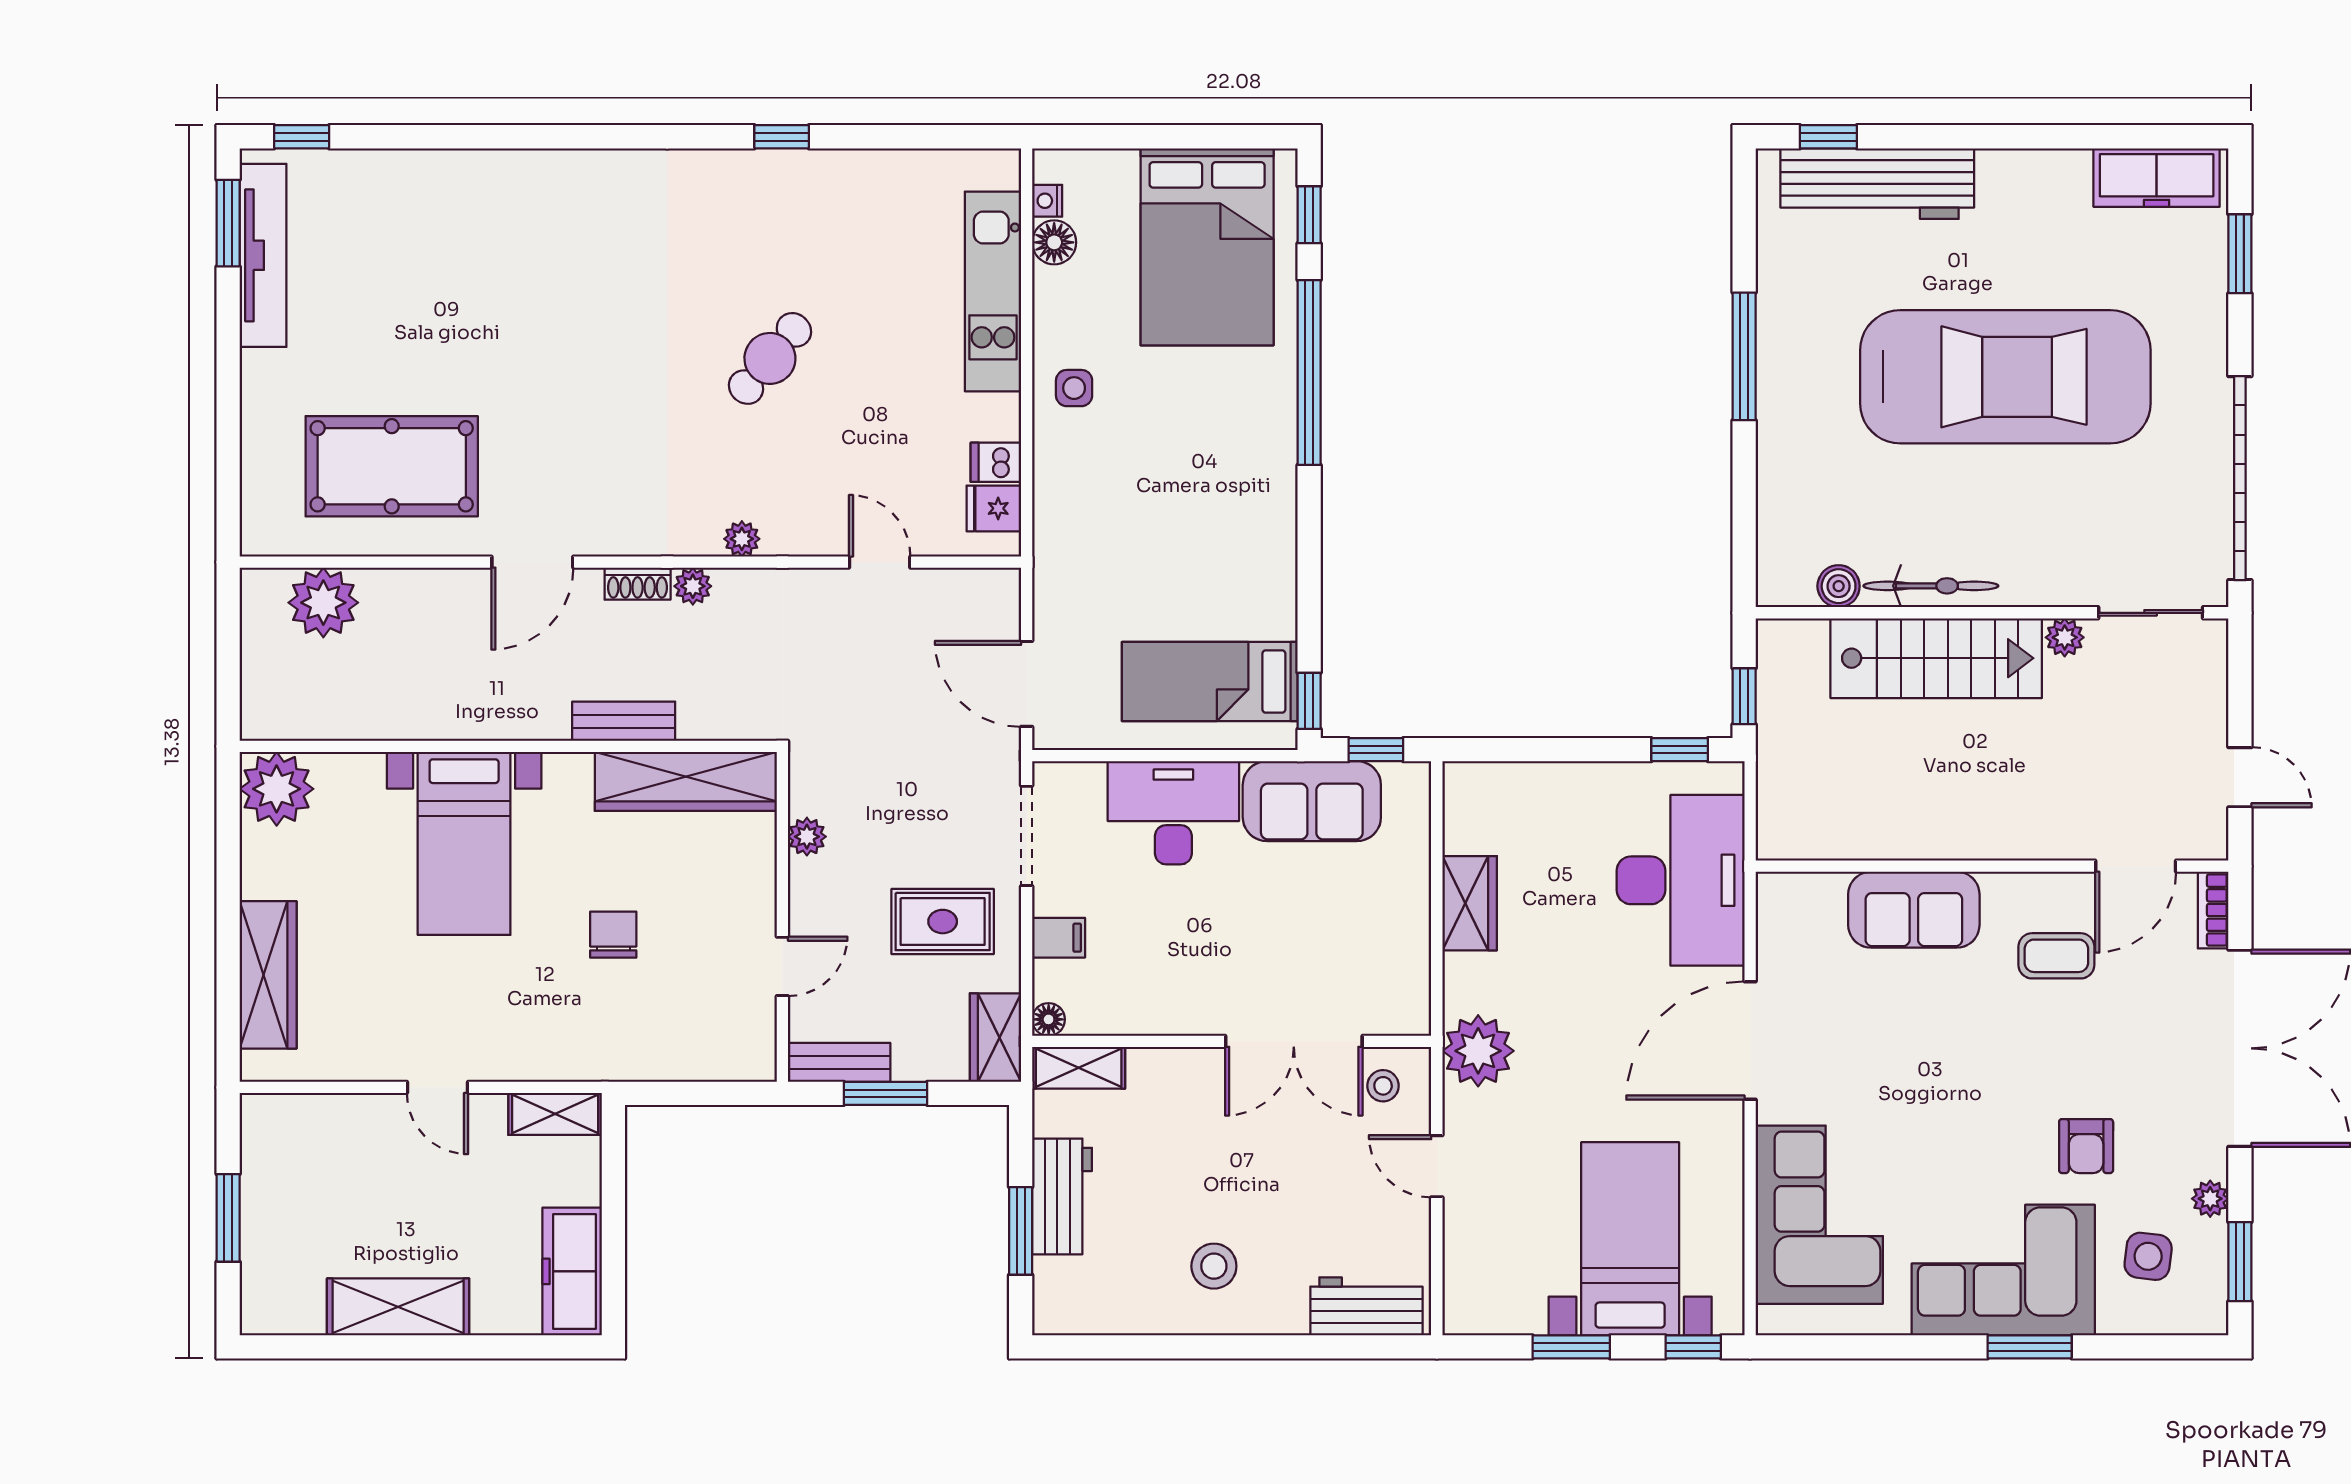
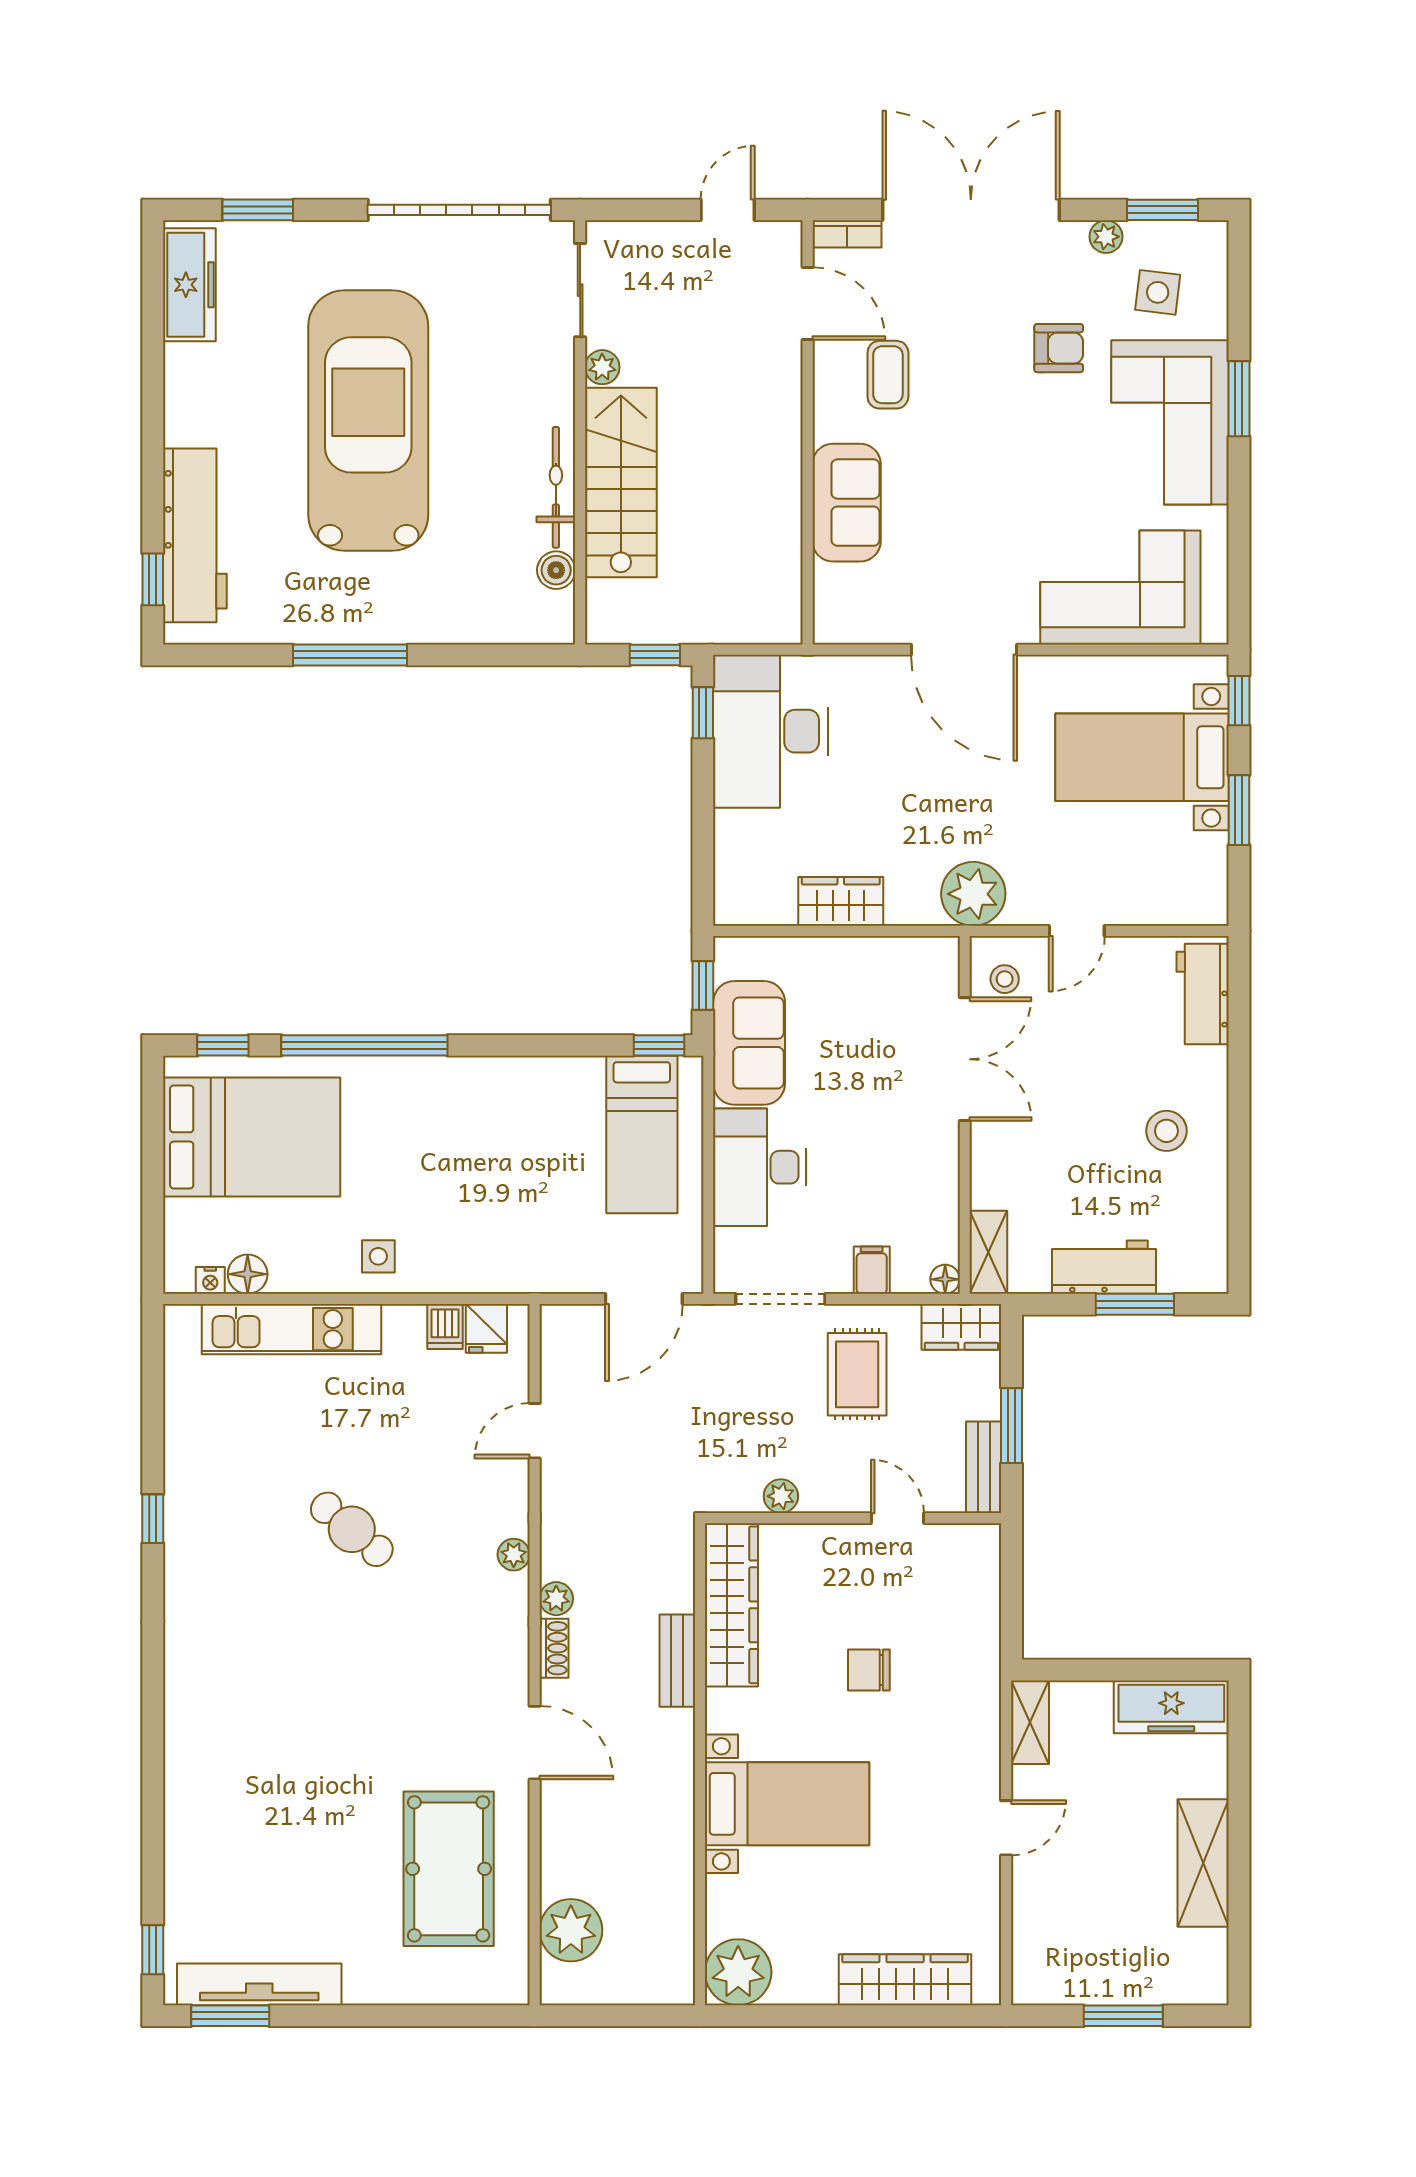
desk: (1681, 880) -> (771, 731), moved, turned -90

